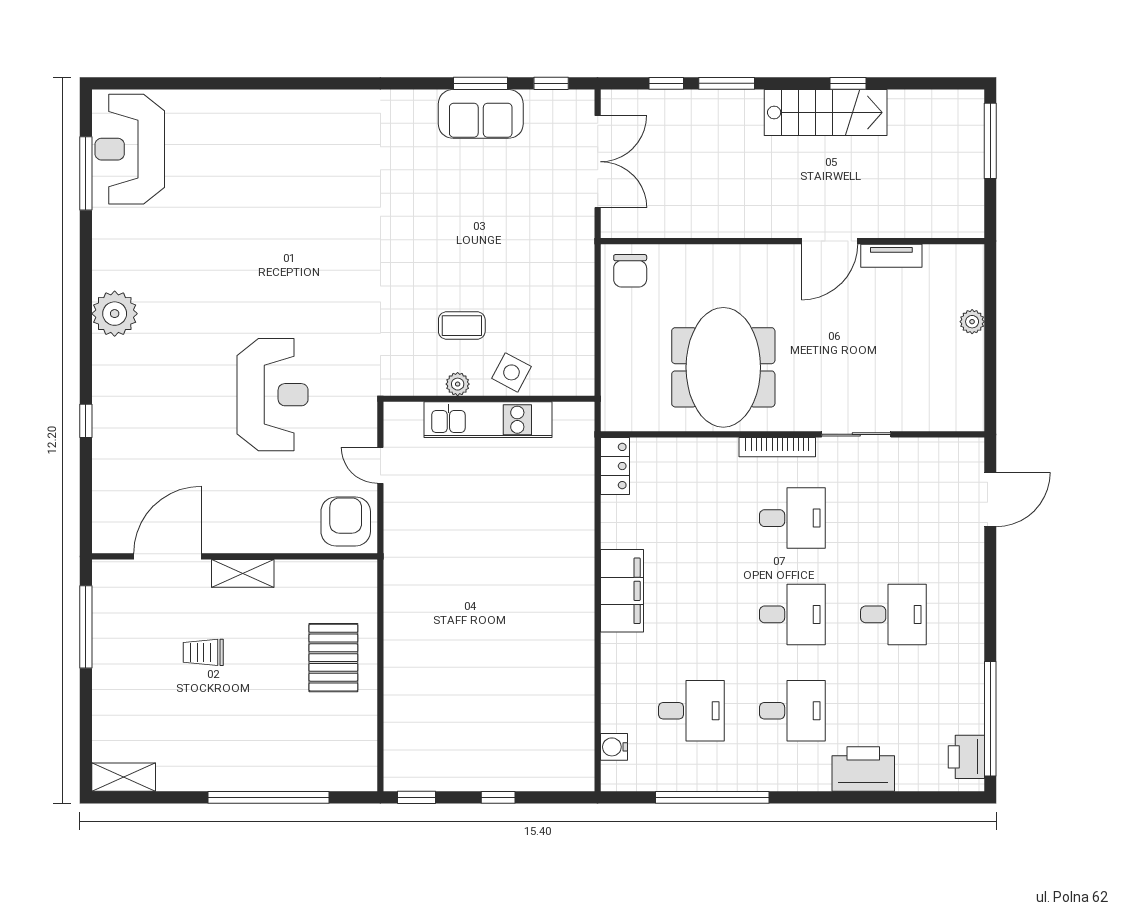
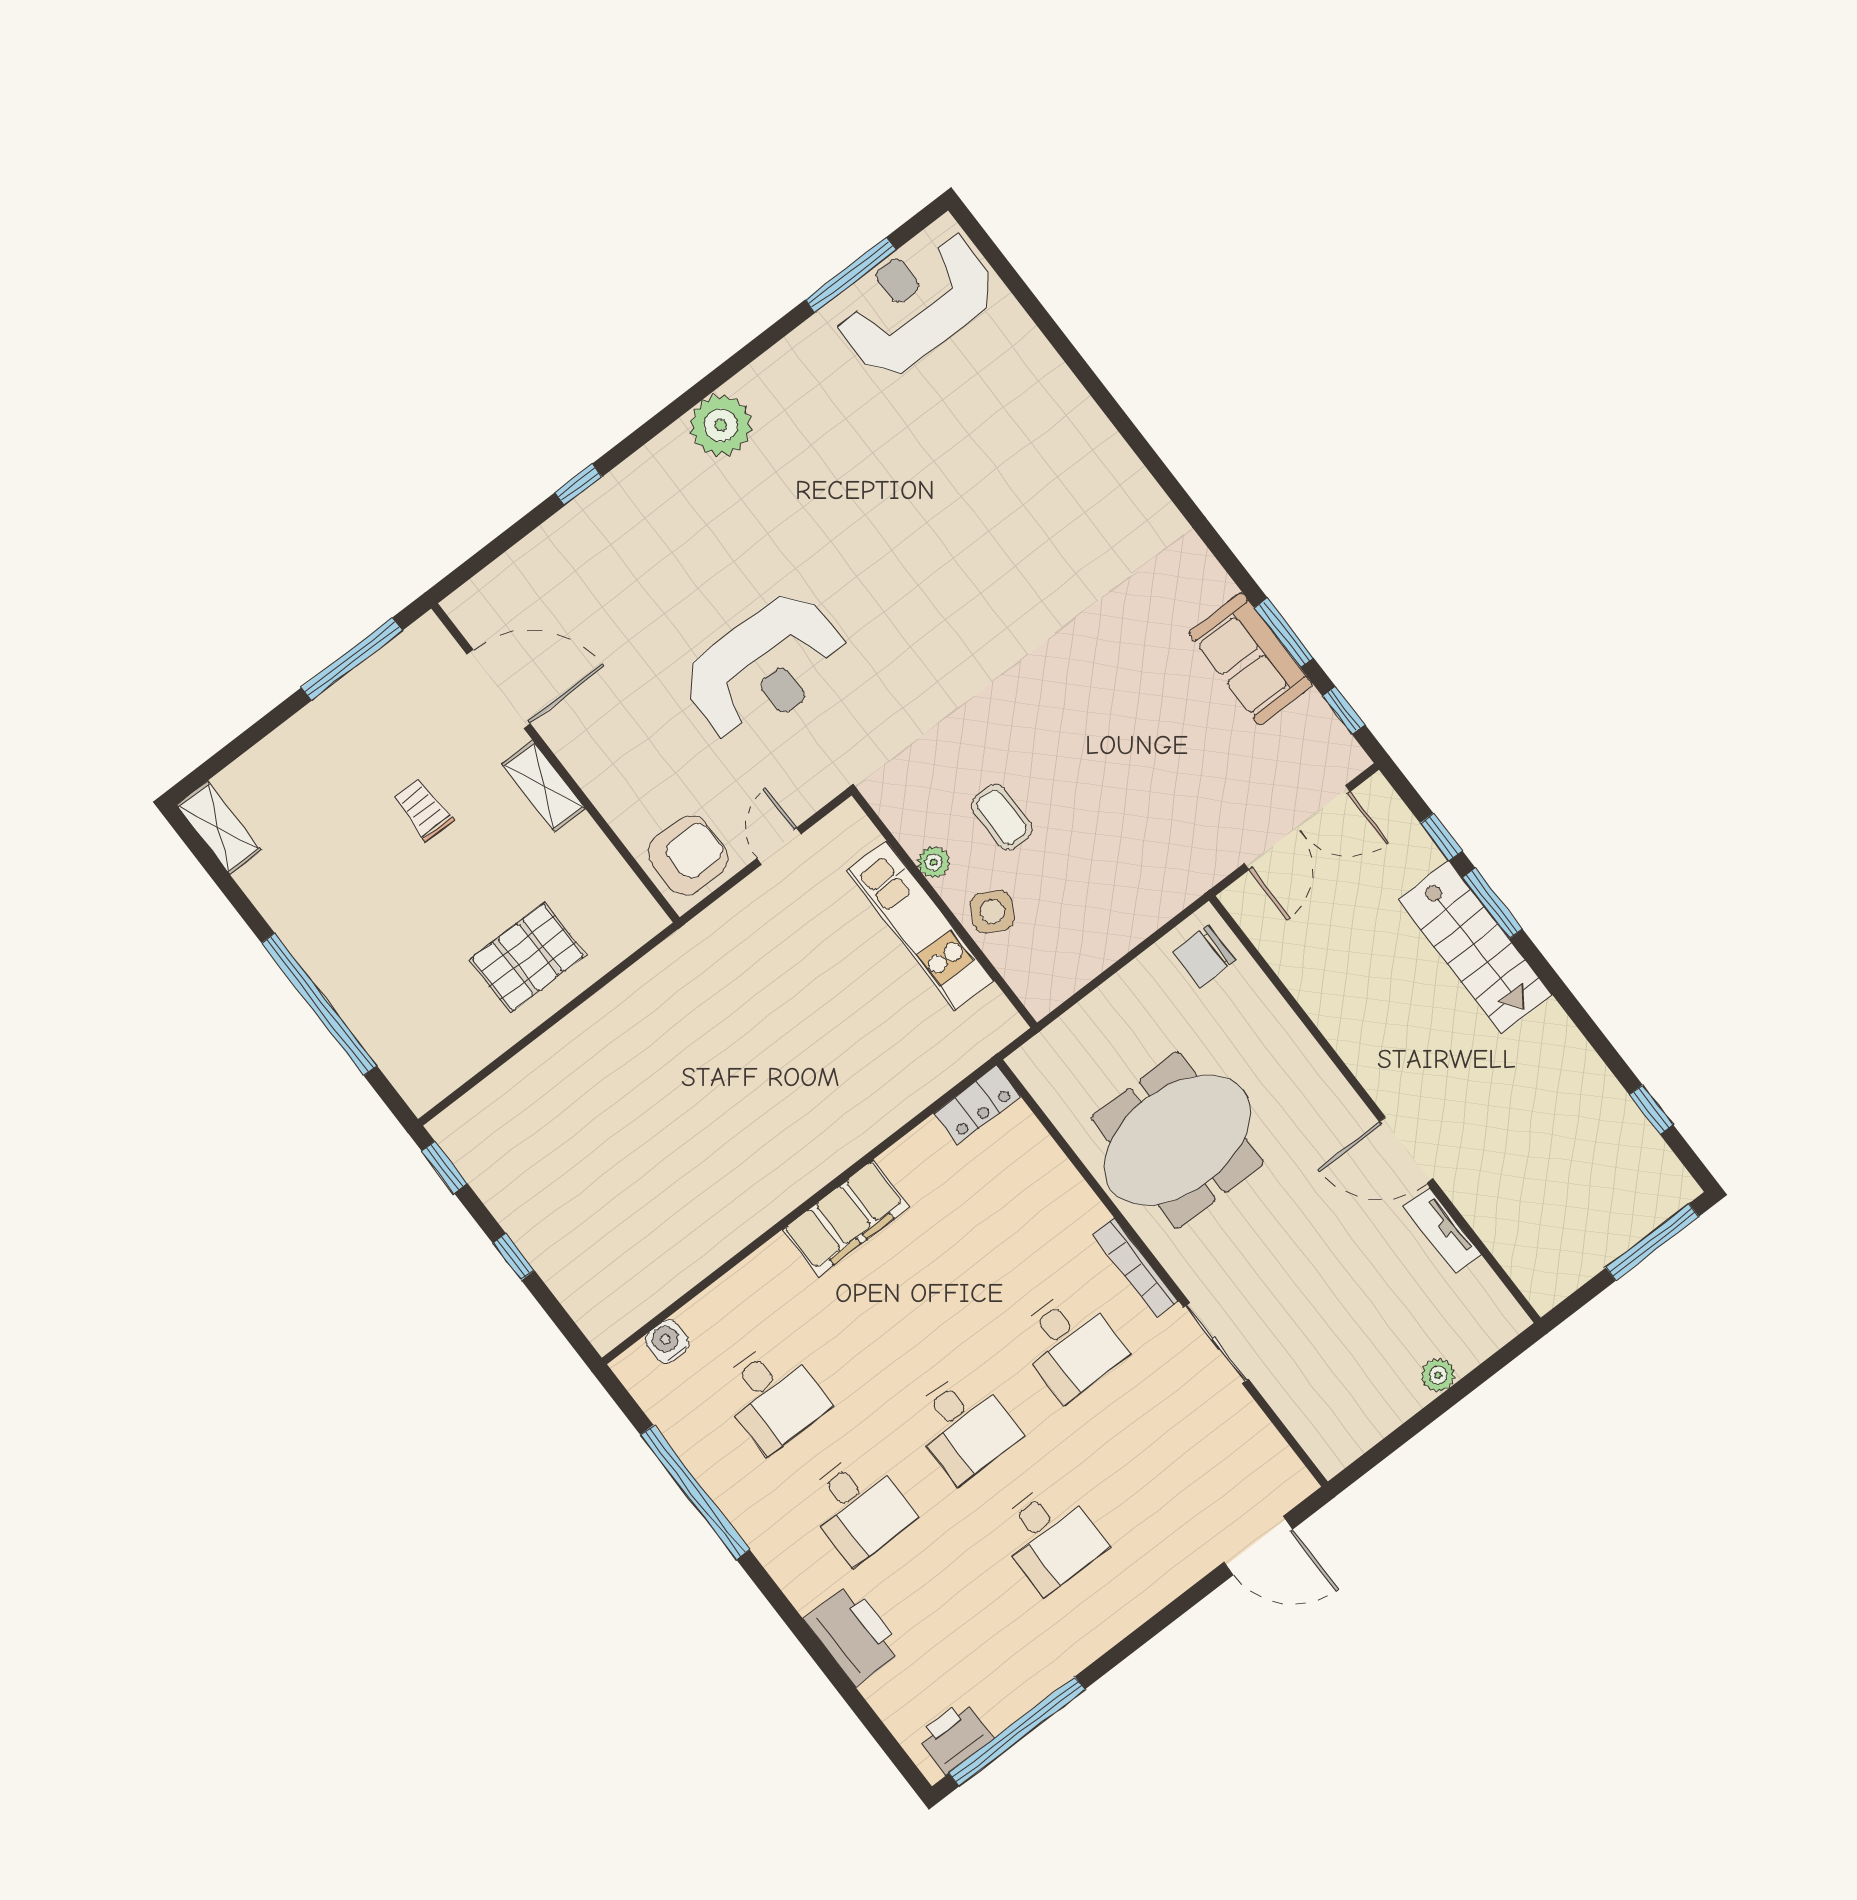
window: (848, 83) -> (1651, 1110), moved
stairs: (826, 112) -> (1475, 947), moved

